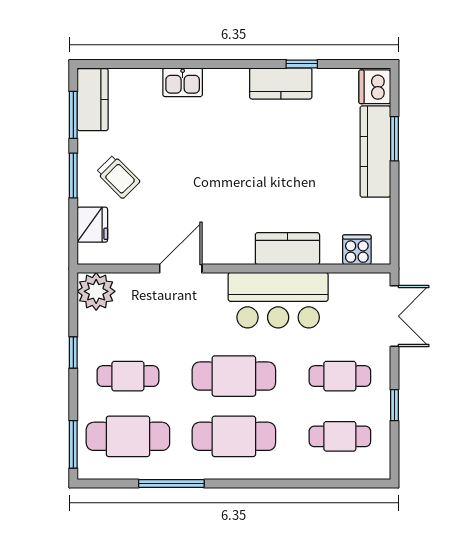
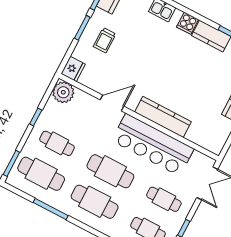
trolley: (118, 177) -> (105, 40), turned 45
fridge: (92, 225) -> (73, 69), moved
kitchen counter: (287, 249) -> (163, 117), width x1.50
cooker: (357, 250) -> (188, 23), moved, turned 180
bar counter: (278, 300) -> (153, 145), width x1.36

